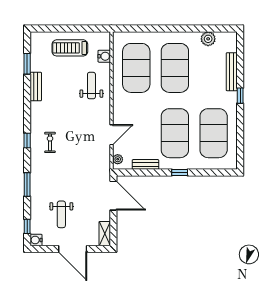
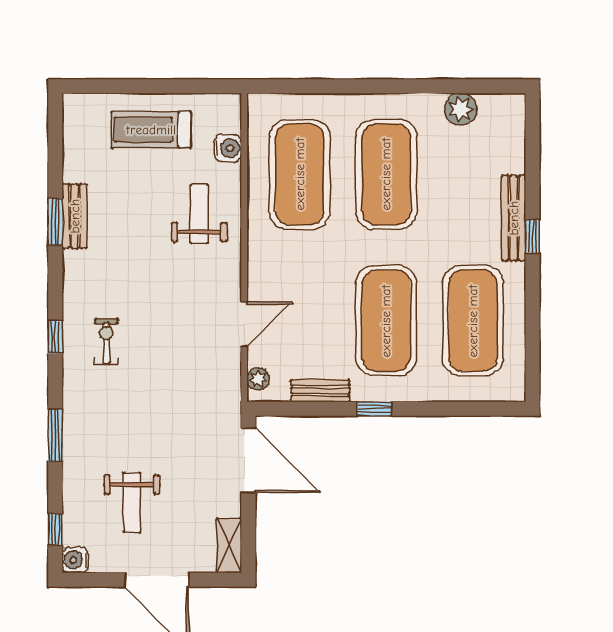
window: (27, 64) -> (55, 222), moved
bench: (232, 72) -> (514, 218), moved
window: (180, 173) -> (374, 409), moved

